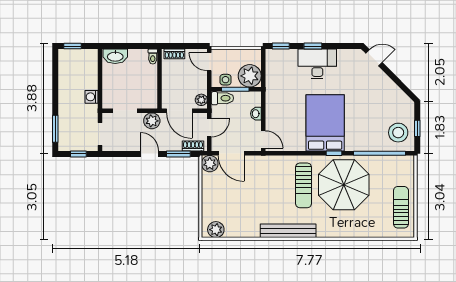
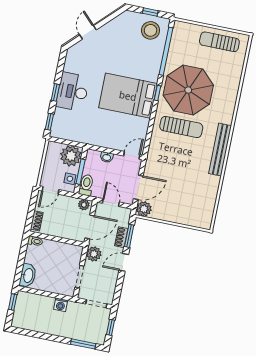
window: (73, 46) -> (13, 302), moved
door: (374, 58) -> (88, 32), moved
shoe rack: (193, 146) -> (121, 237), moved
plant: (216, 230) -> (205, 216), removed

